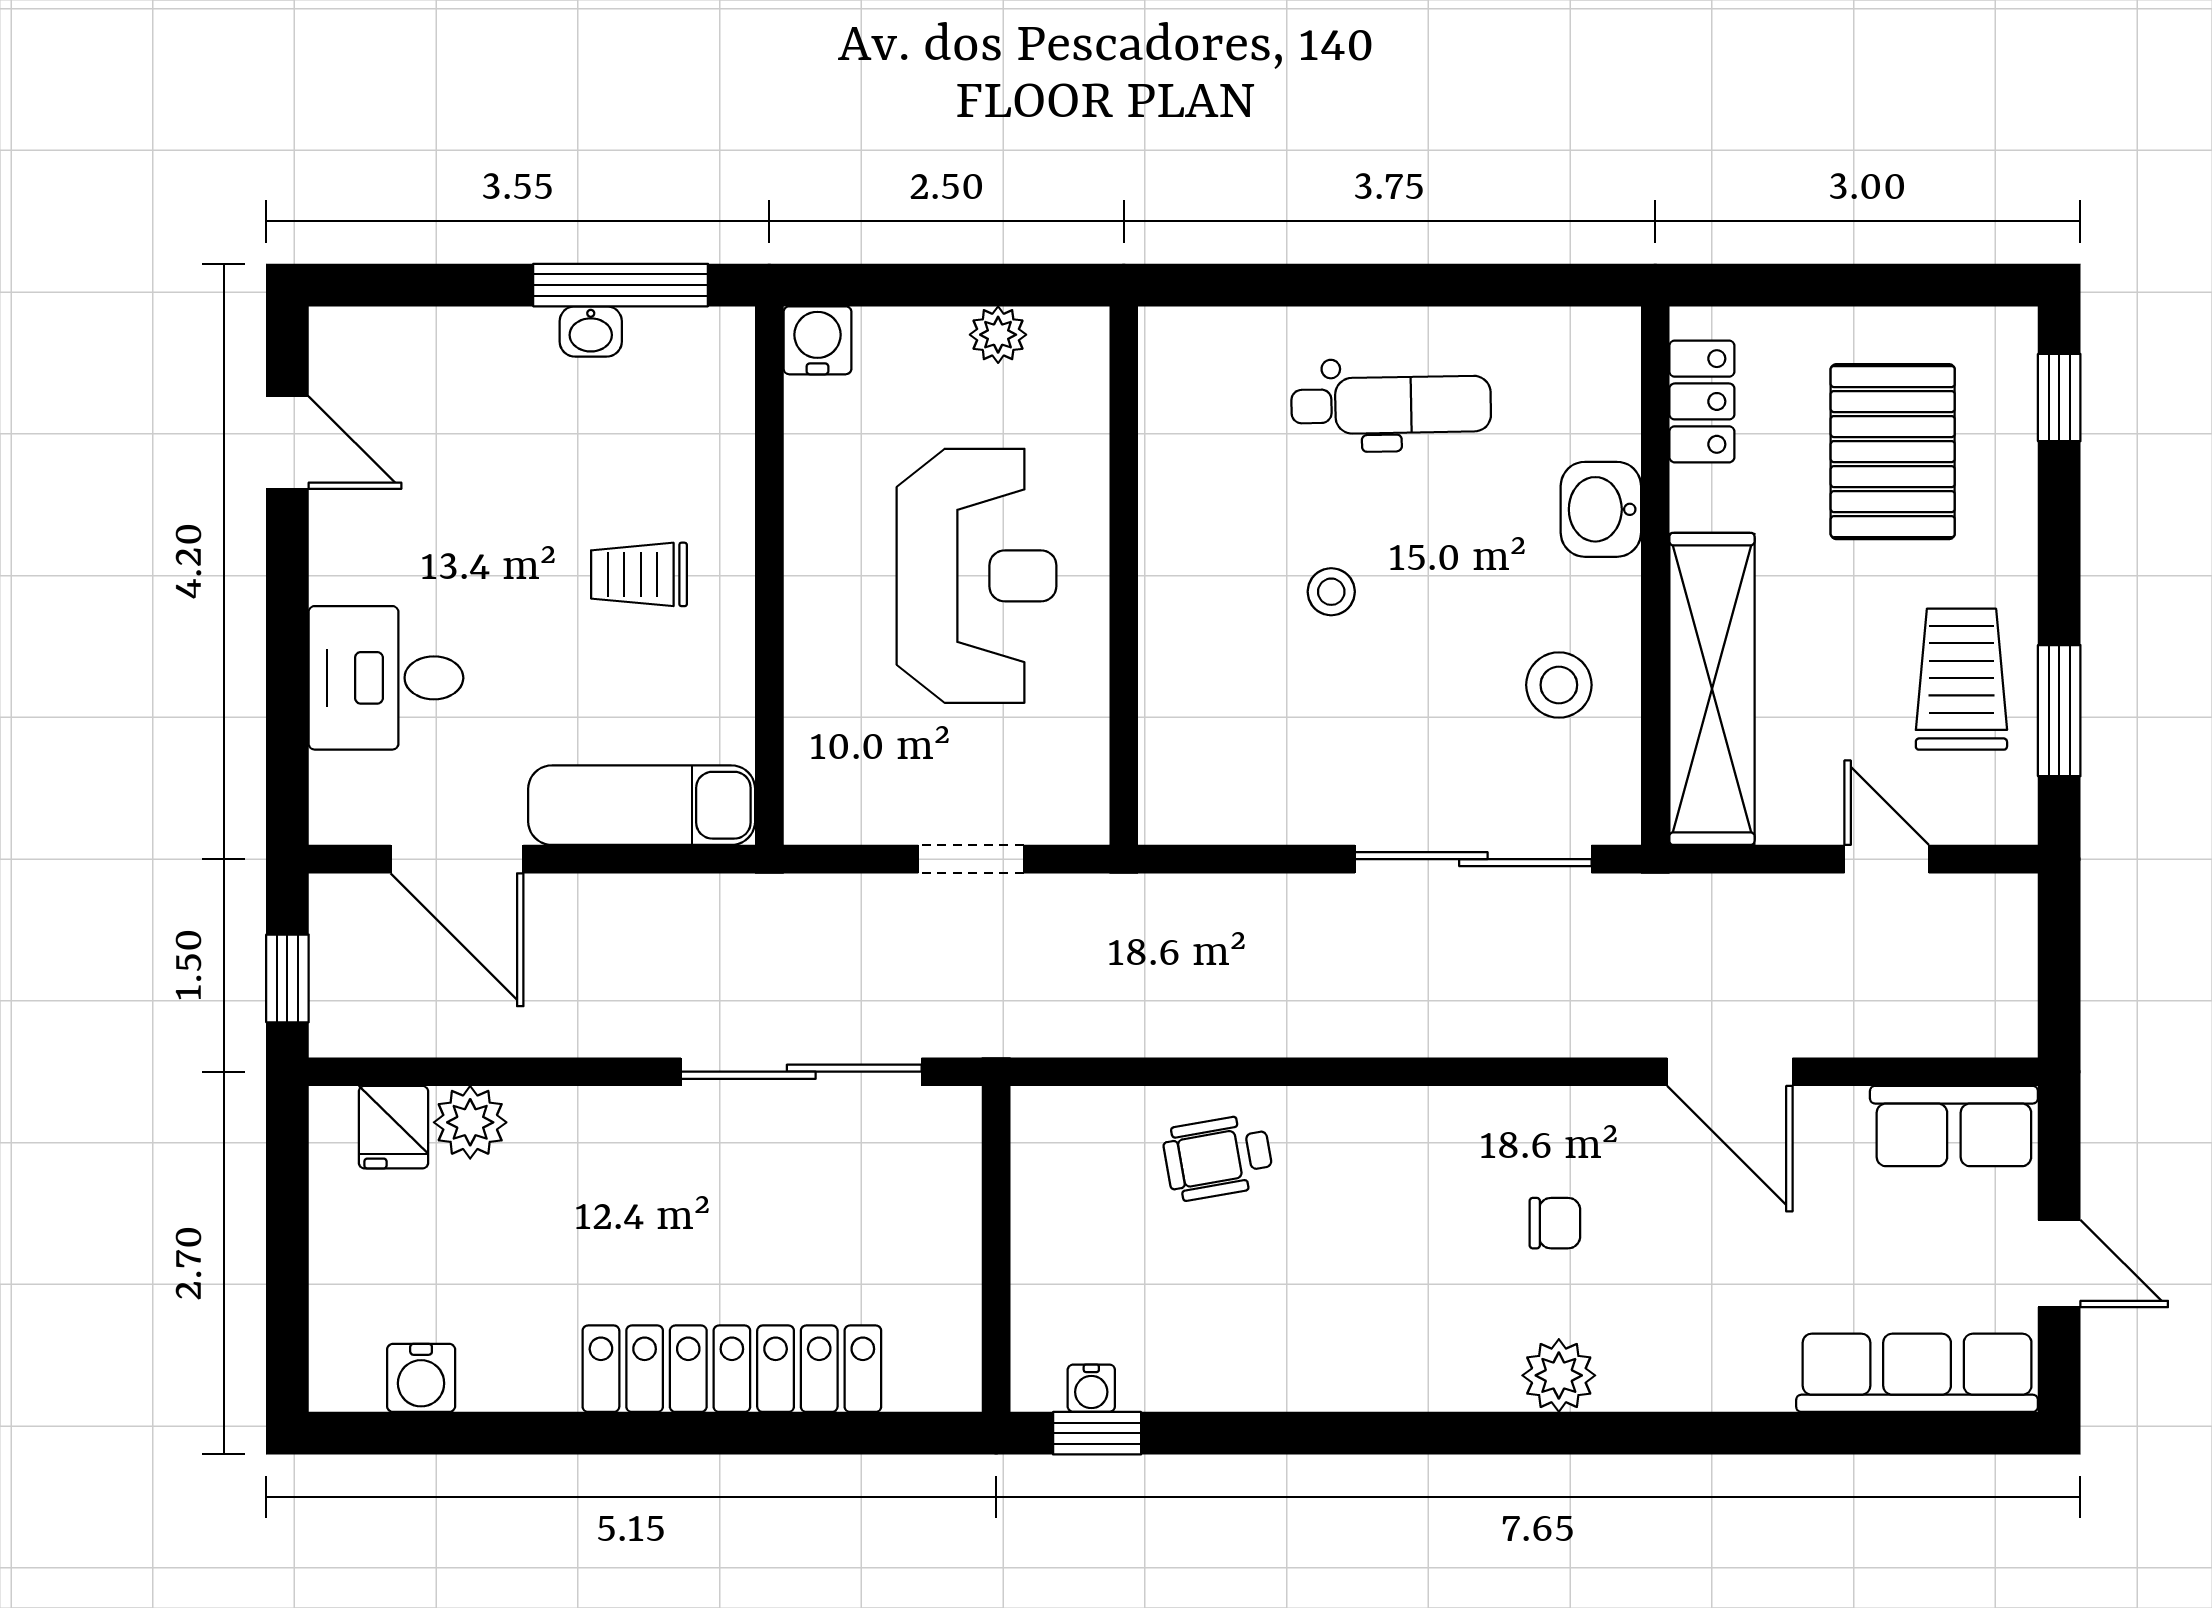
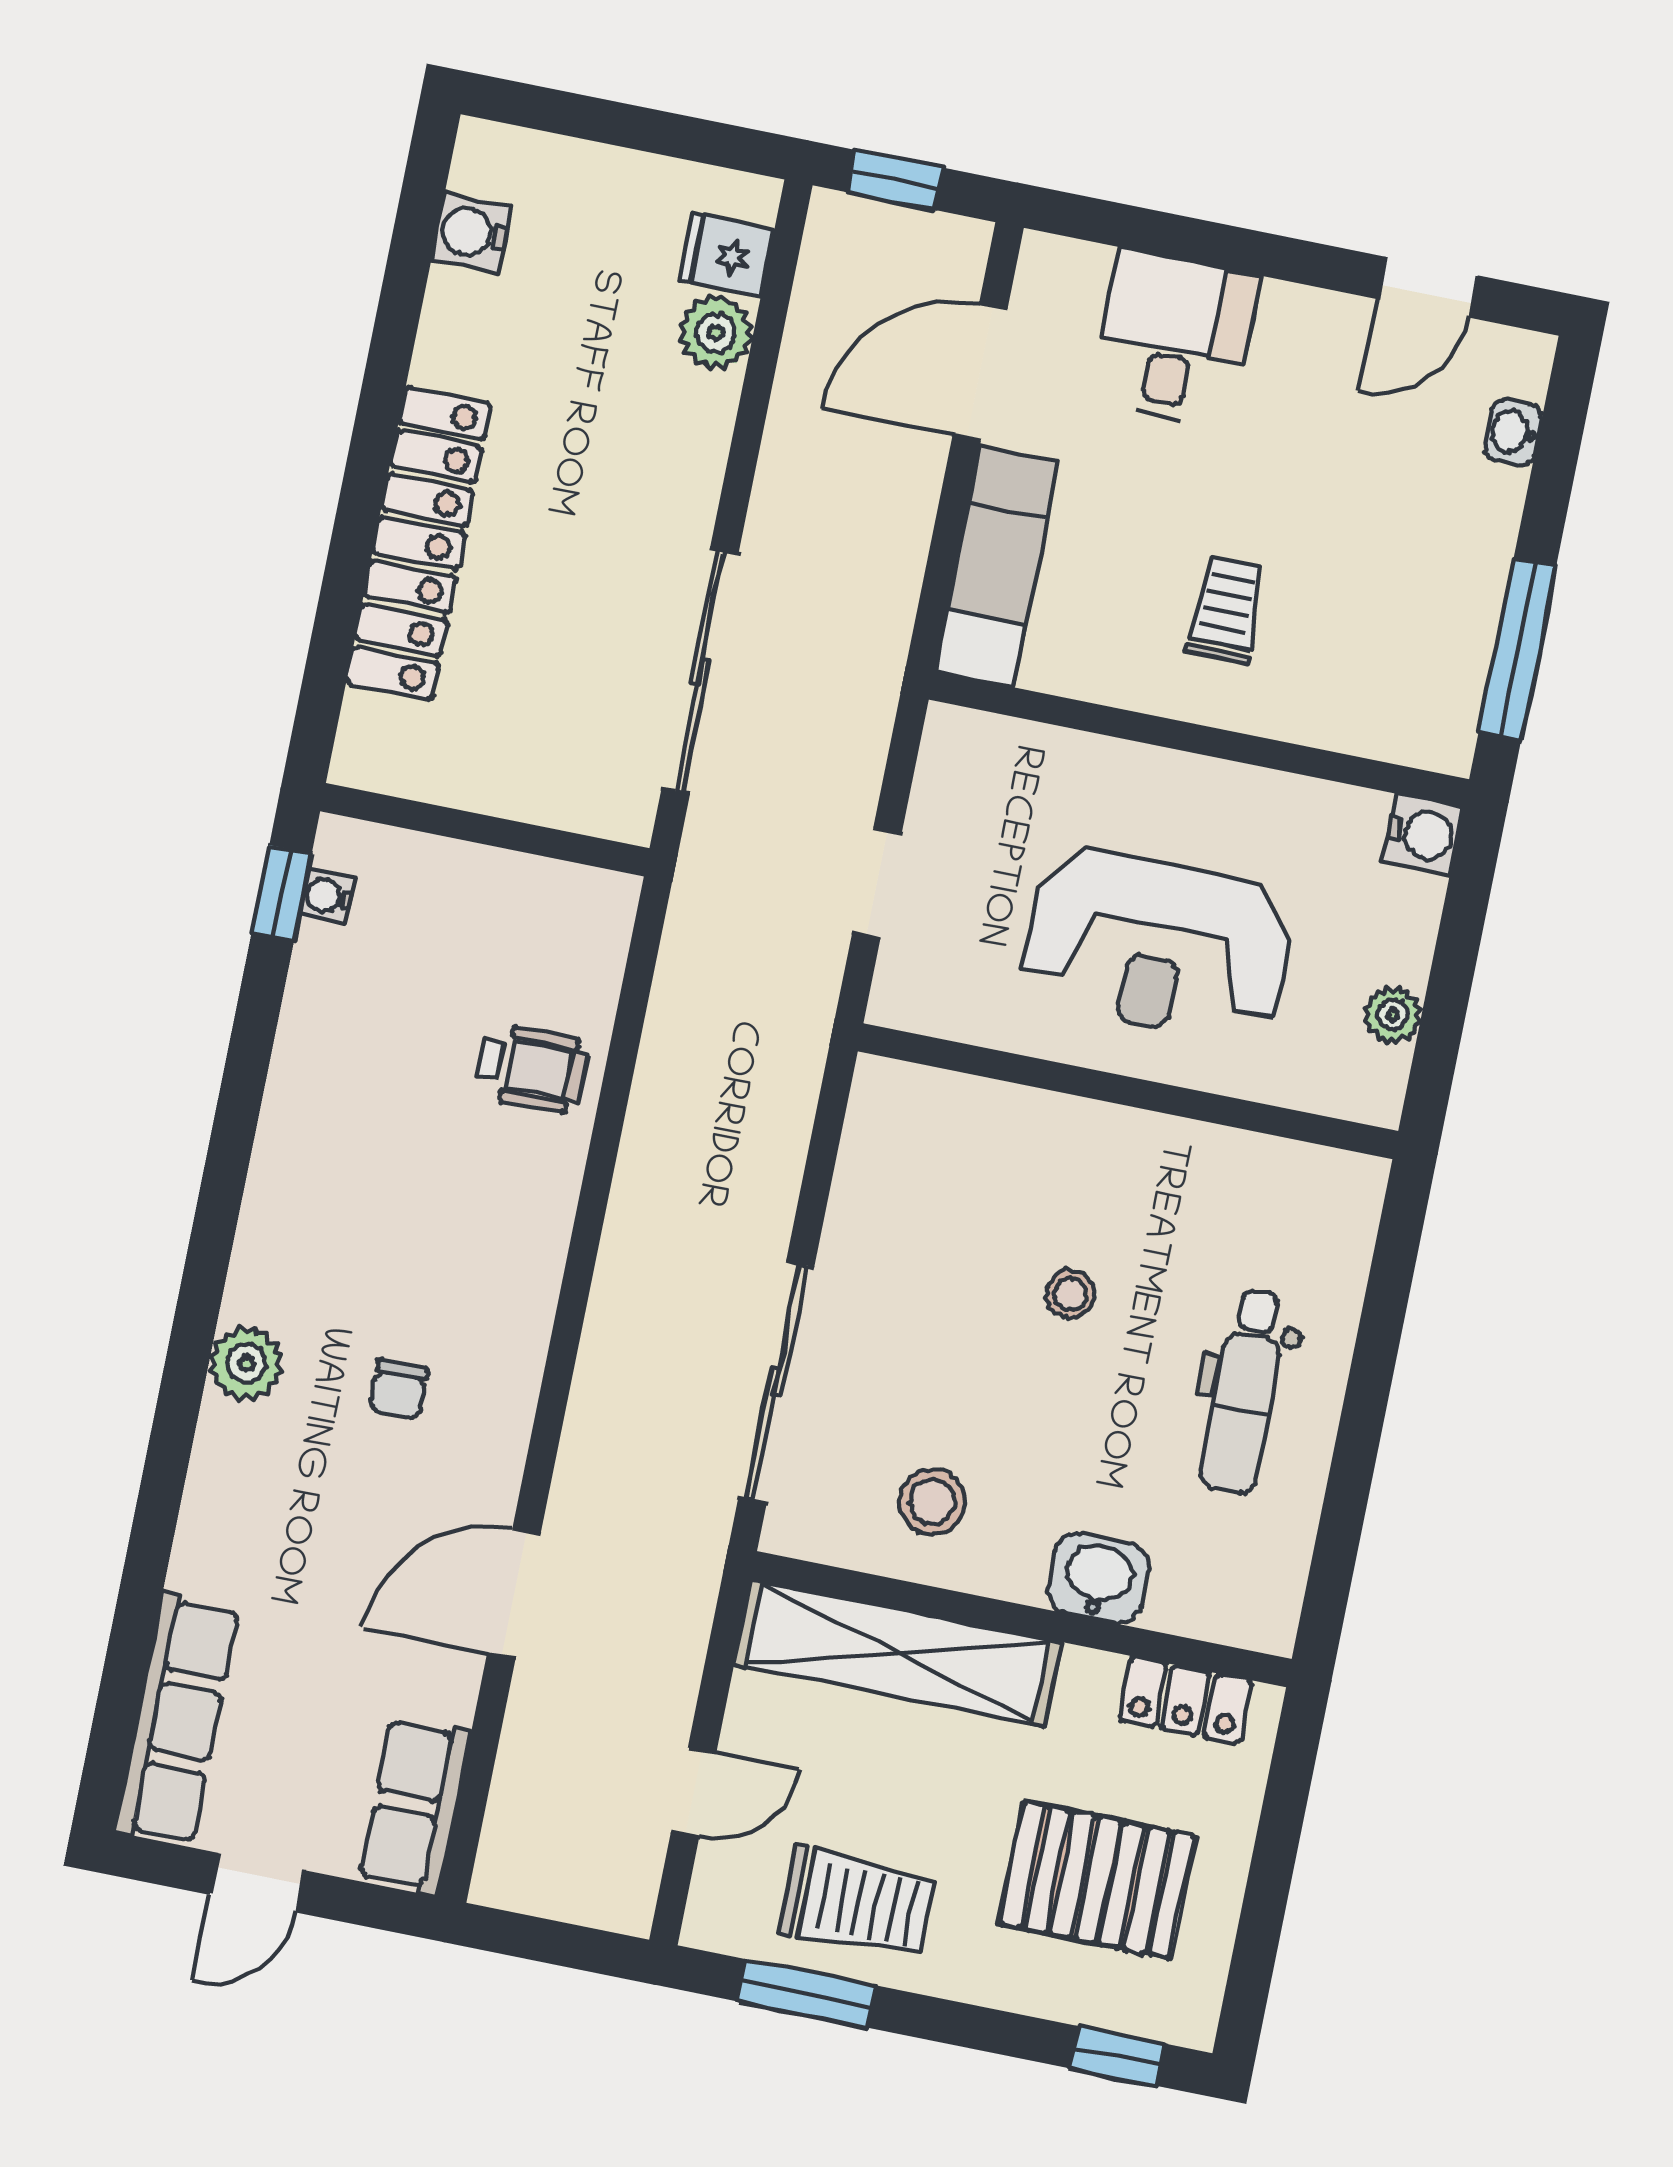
washbasin: (591, 331) -> (1513, 432), moved
wheelchair: (1218, 1157) -> (531, 1068), turned 100

